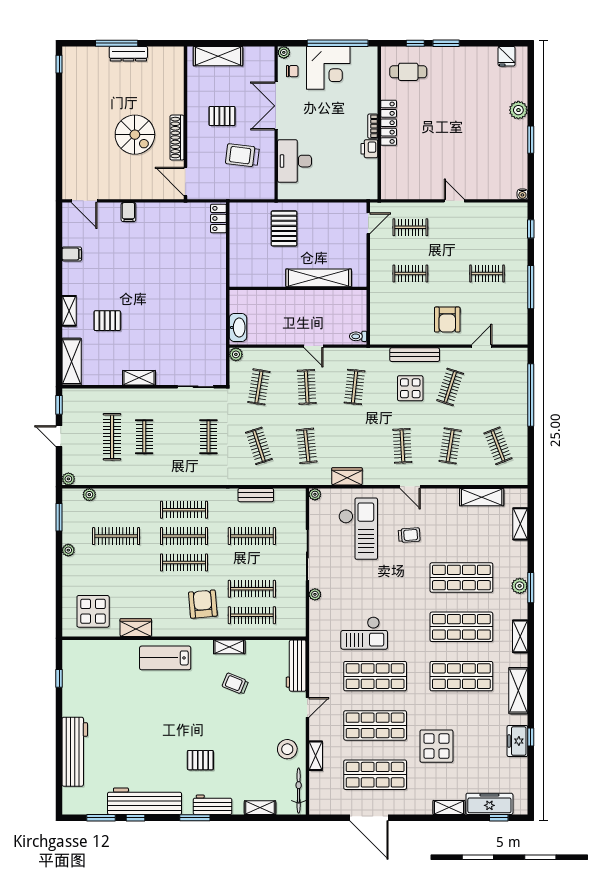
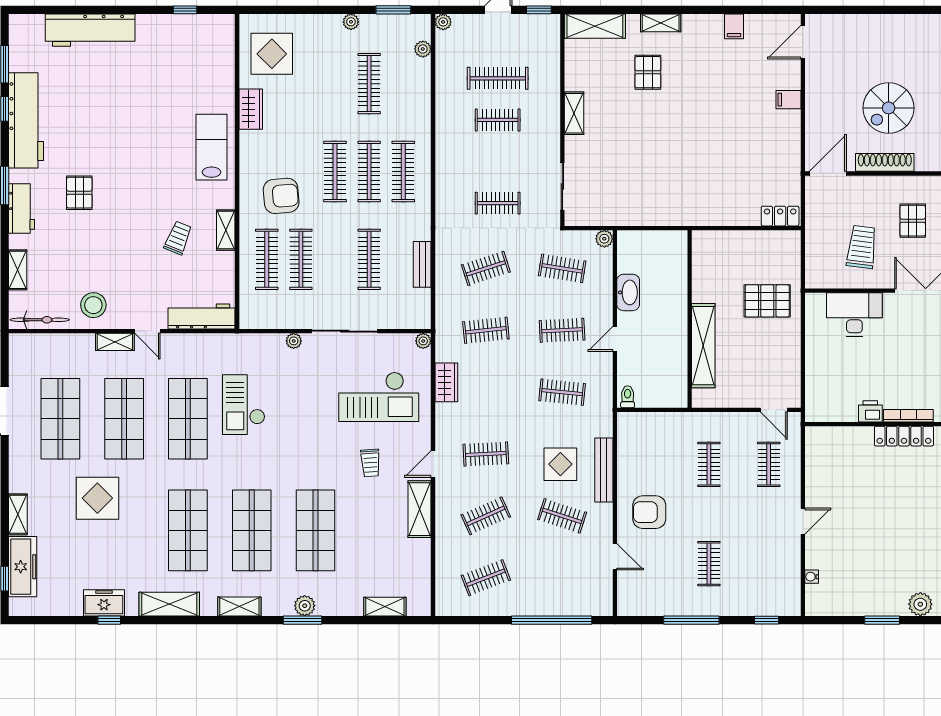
bookcase: (373, 126) -> (908, 416), width x1.56
water cooler: (522, 194) -> (812, 577), moved
washbasin: (238, 327) -> (628, 292), moved, turned -90
clothes rail: (450, 446) -> (486, 516), turned -33
shelving: (482, 497) -> (420, 509), moved
shelving: (316, 756) -> (115, 342), moved

